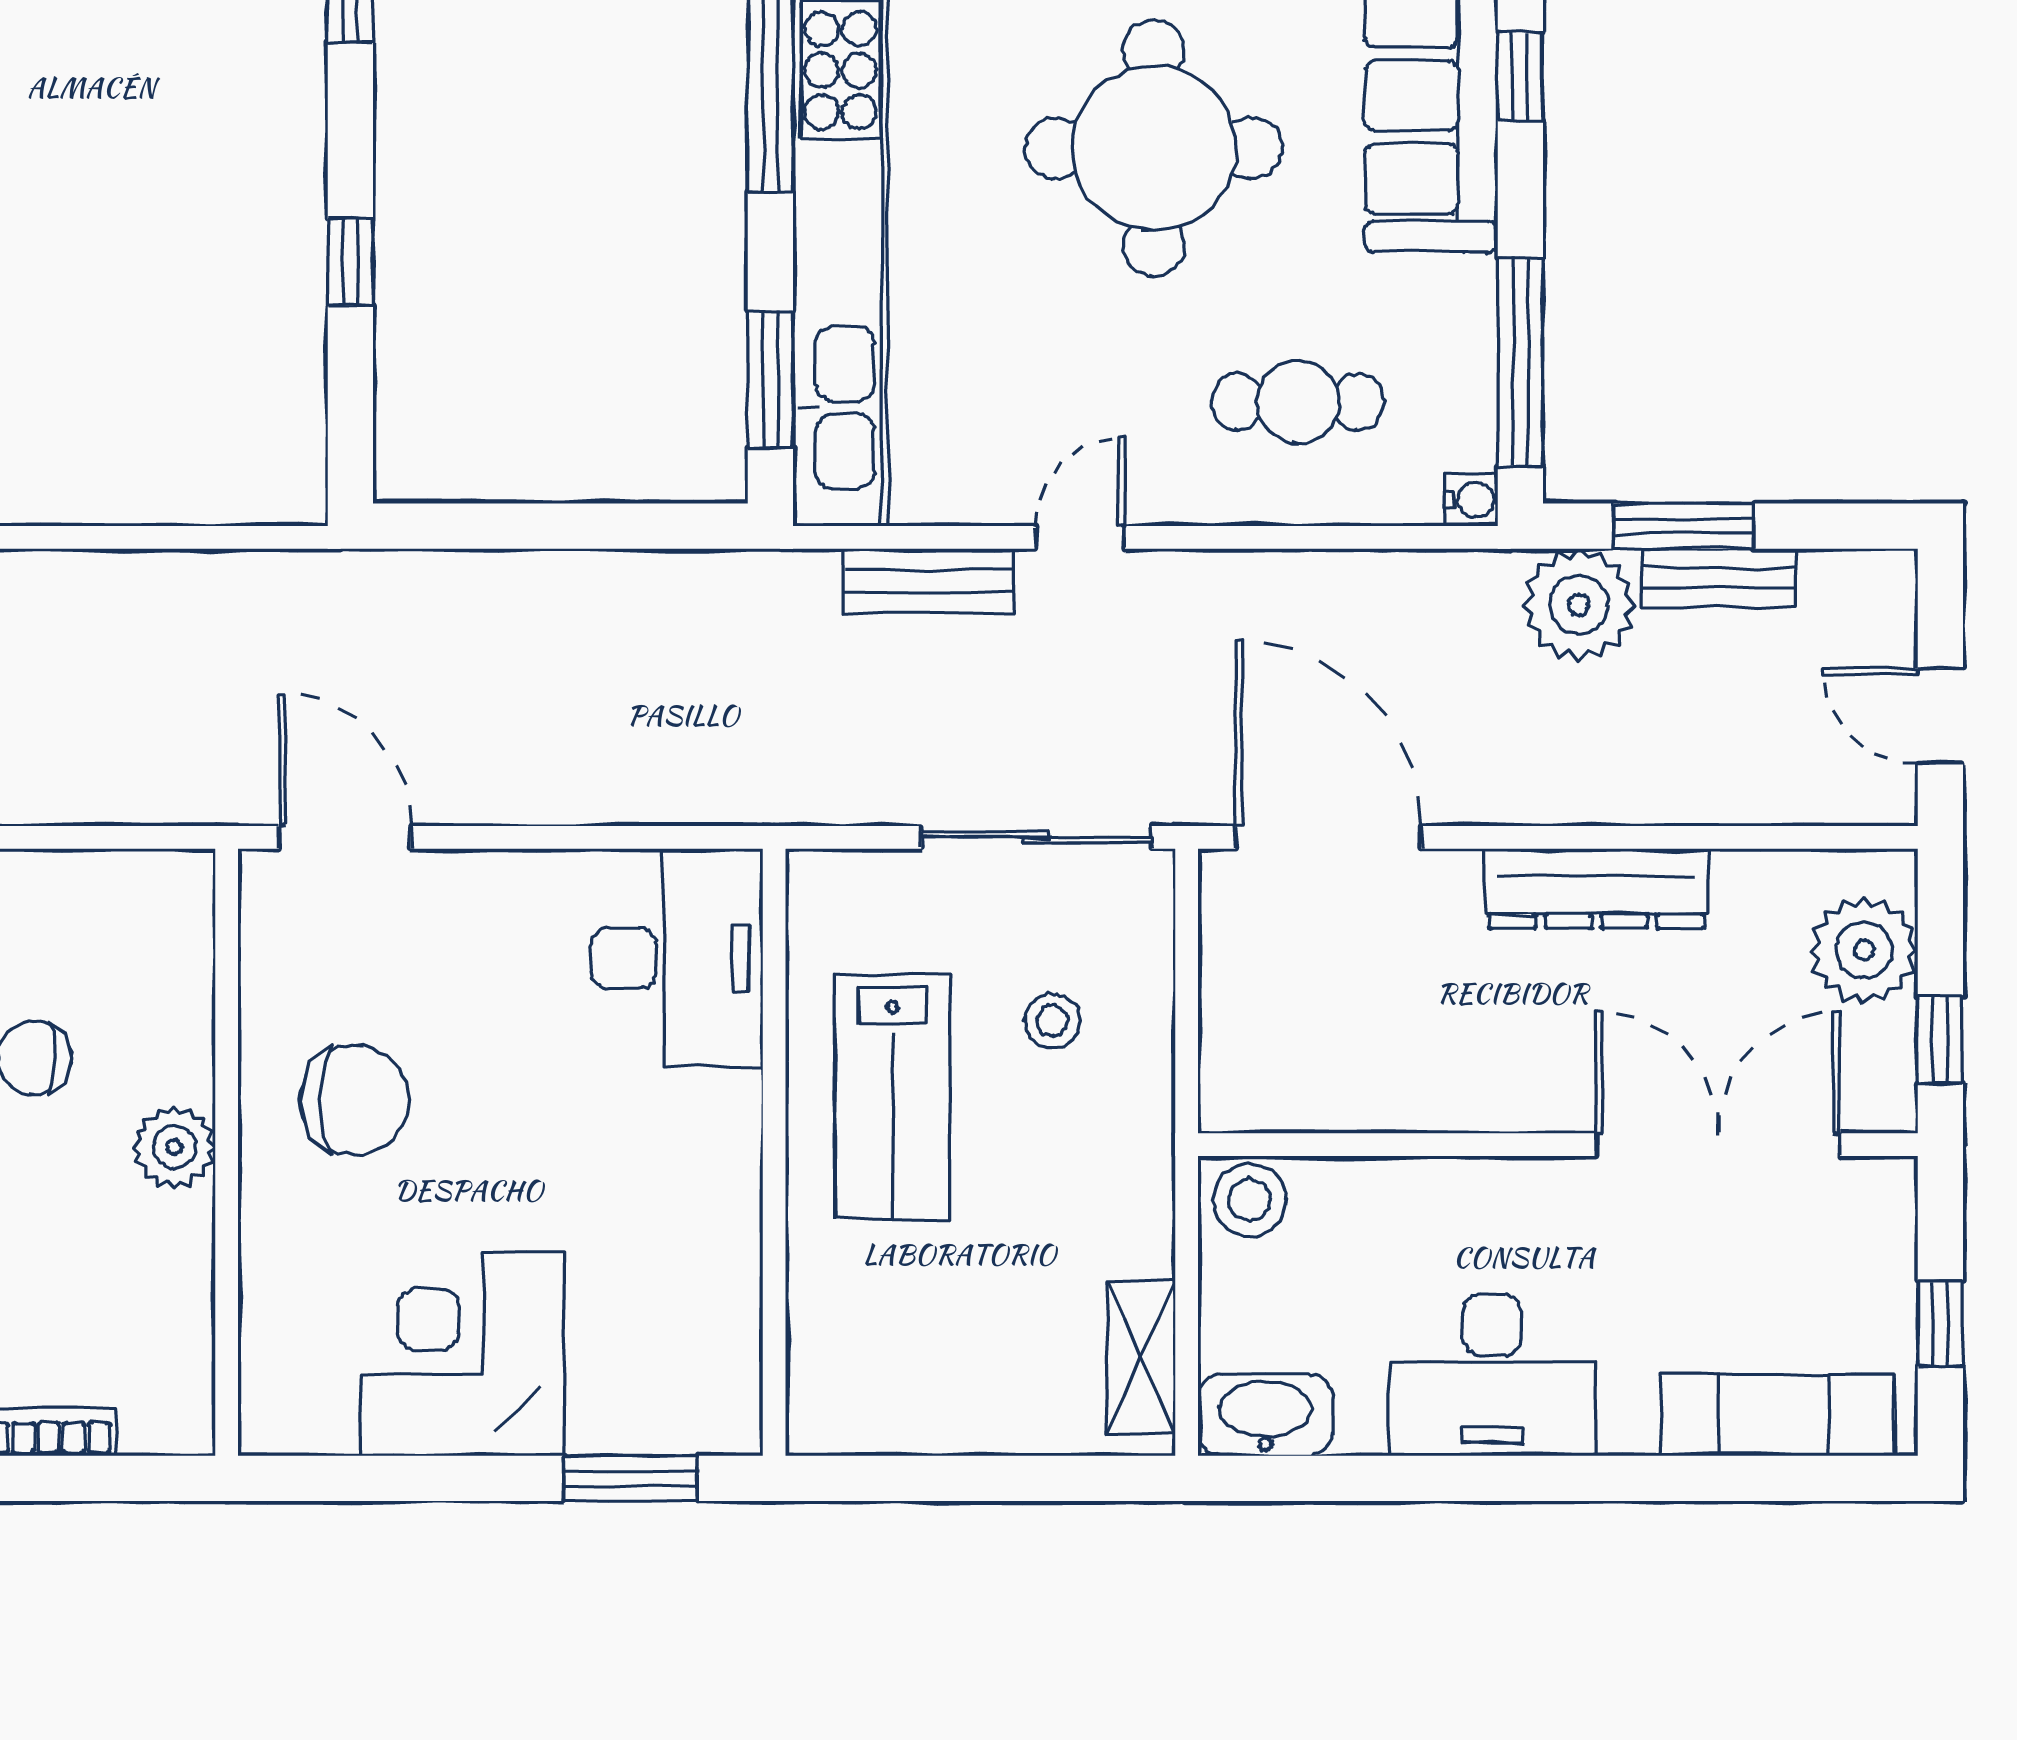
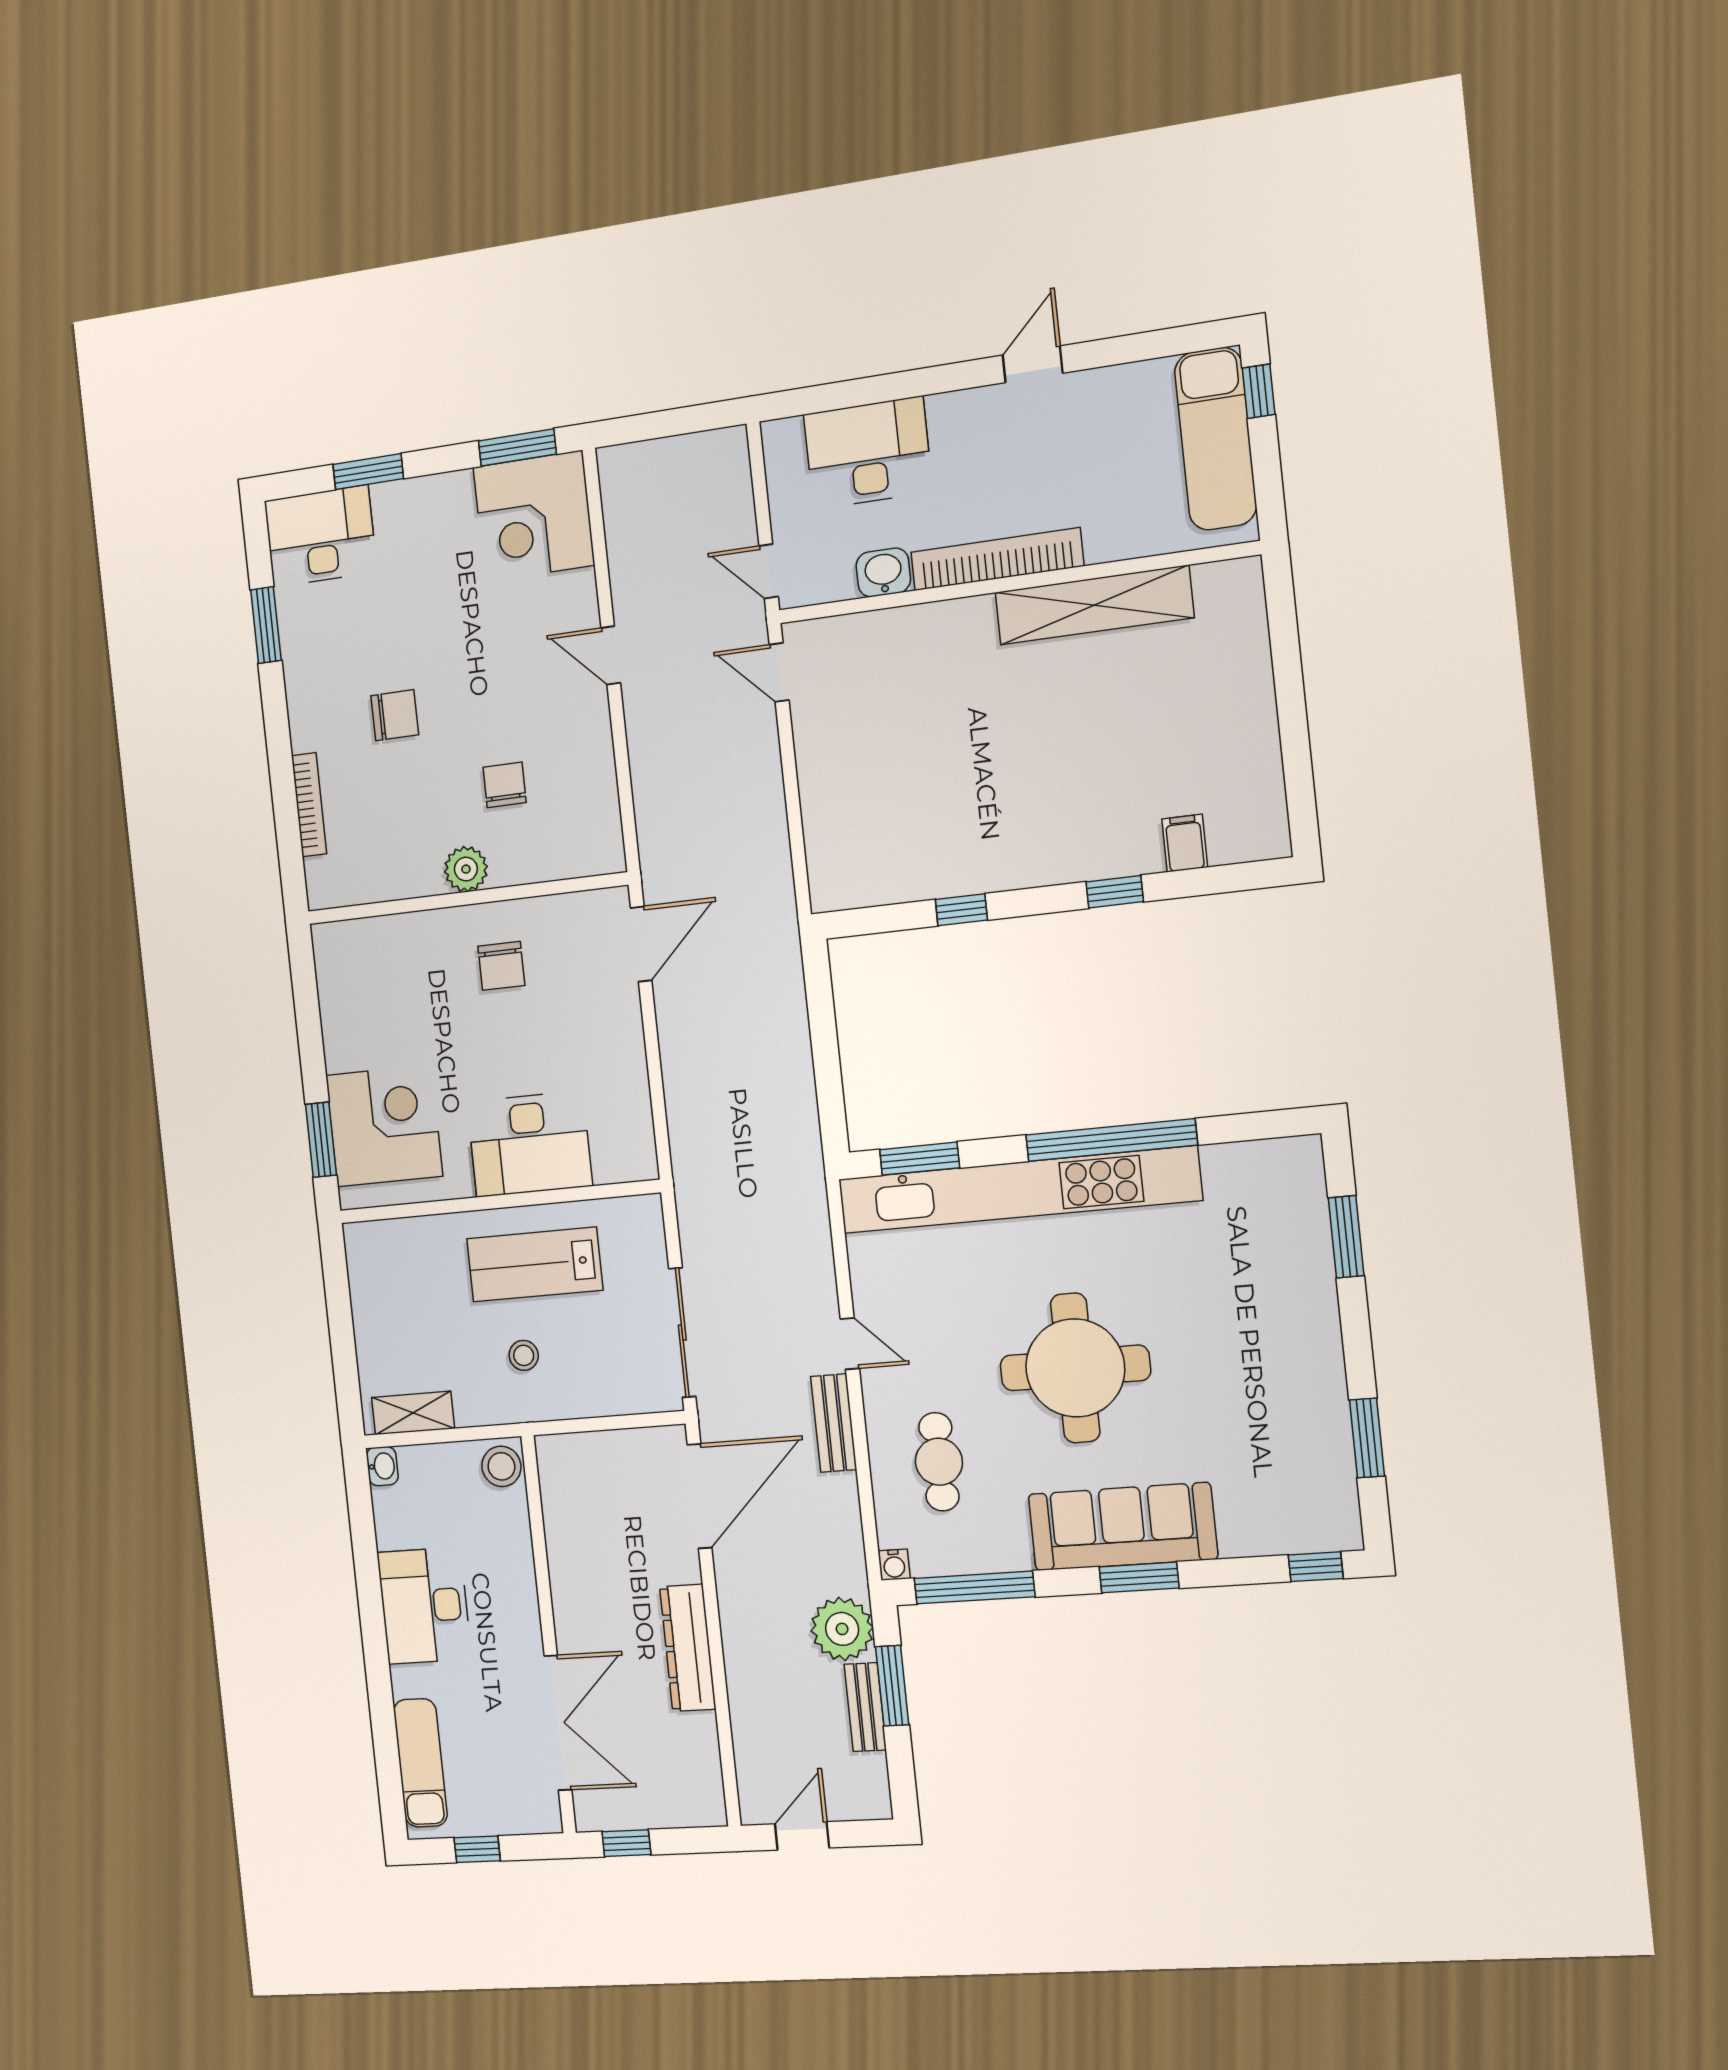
window: (1520, 76) -> (1139, 1577), width x1.50
bench: (929, 581) -> (834, 1423), moved
plant: (1864, 950) -> (670, 1799), removed
desk: (677, 958) -> (529, 1144), moved
stool: (1053, 1021) -> (524, 1355), moved
chair: (354, 1100) -> (501, 966), width x0.73, depth x0.73
corner desk: (463, 1354) -> (384, 1126), moved
washbasin: (1265, 1415) -> (382, 1466), width x0.52, depth x0.69

